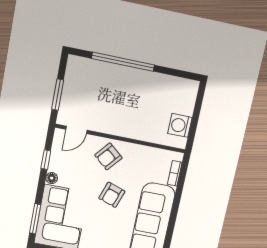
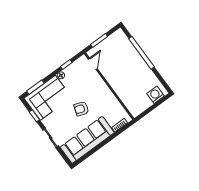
washing machine: (180, 125) -> (155, 95), moved
door: (76, 130) -> (93, 64), swing flipped
armchair: (108, 157) -> (96, 89), removed

